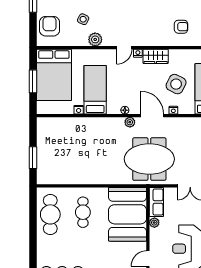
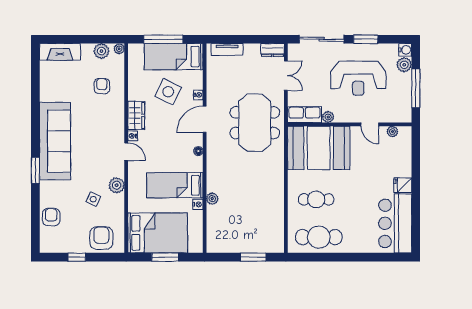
armchair: (50, 26) -> (101, 238), turned 90
plant: (130, 122) -> (212, 199), moved

